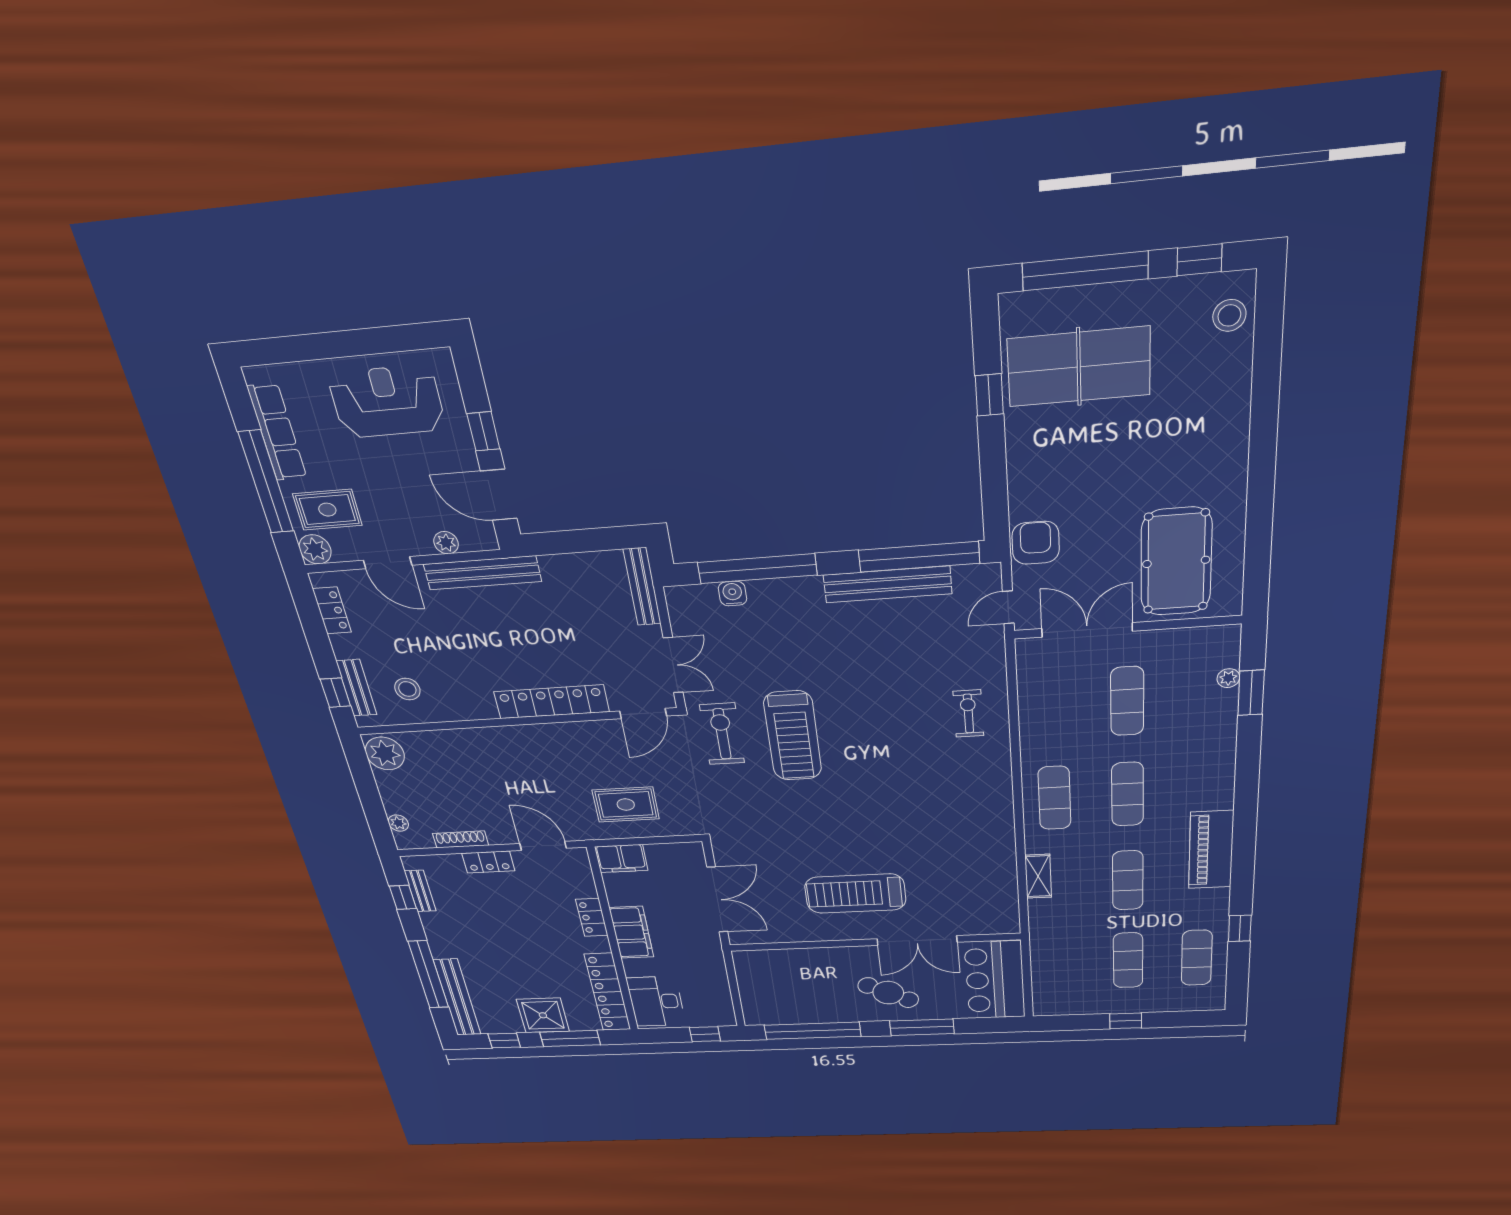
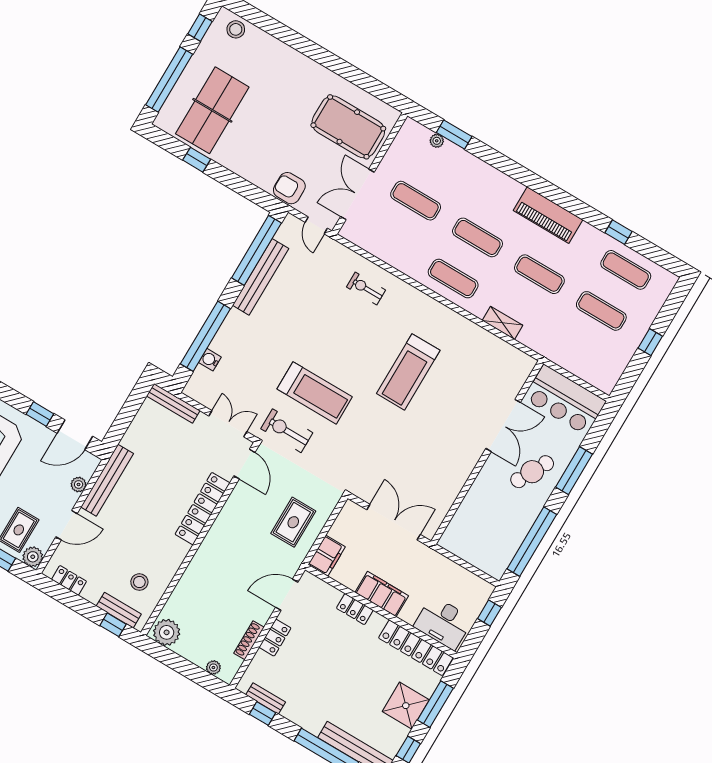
treadmill: (855, 894) -> (408, 372), moved

